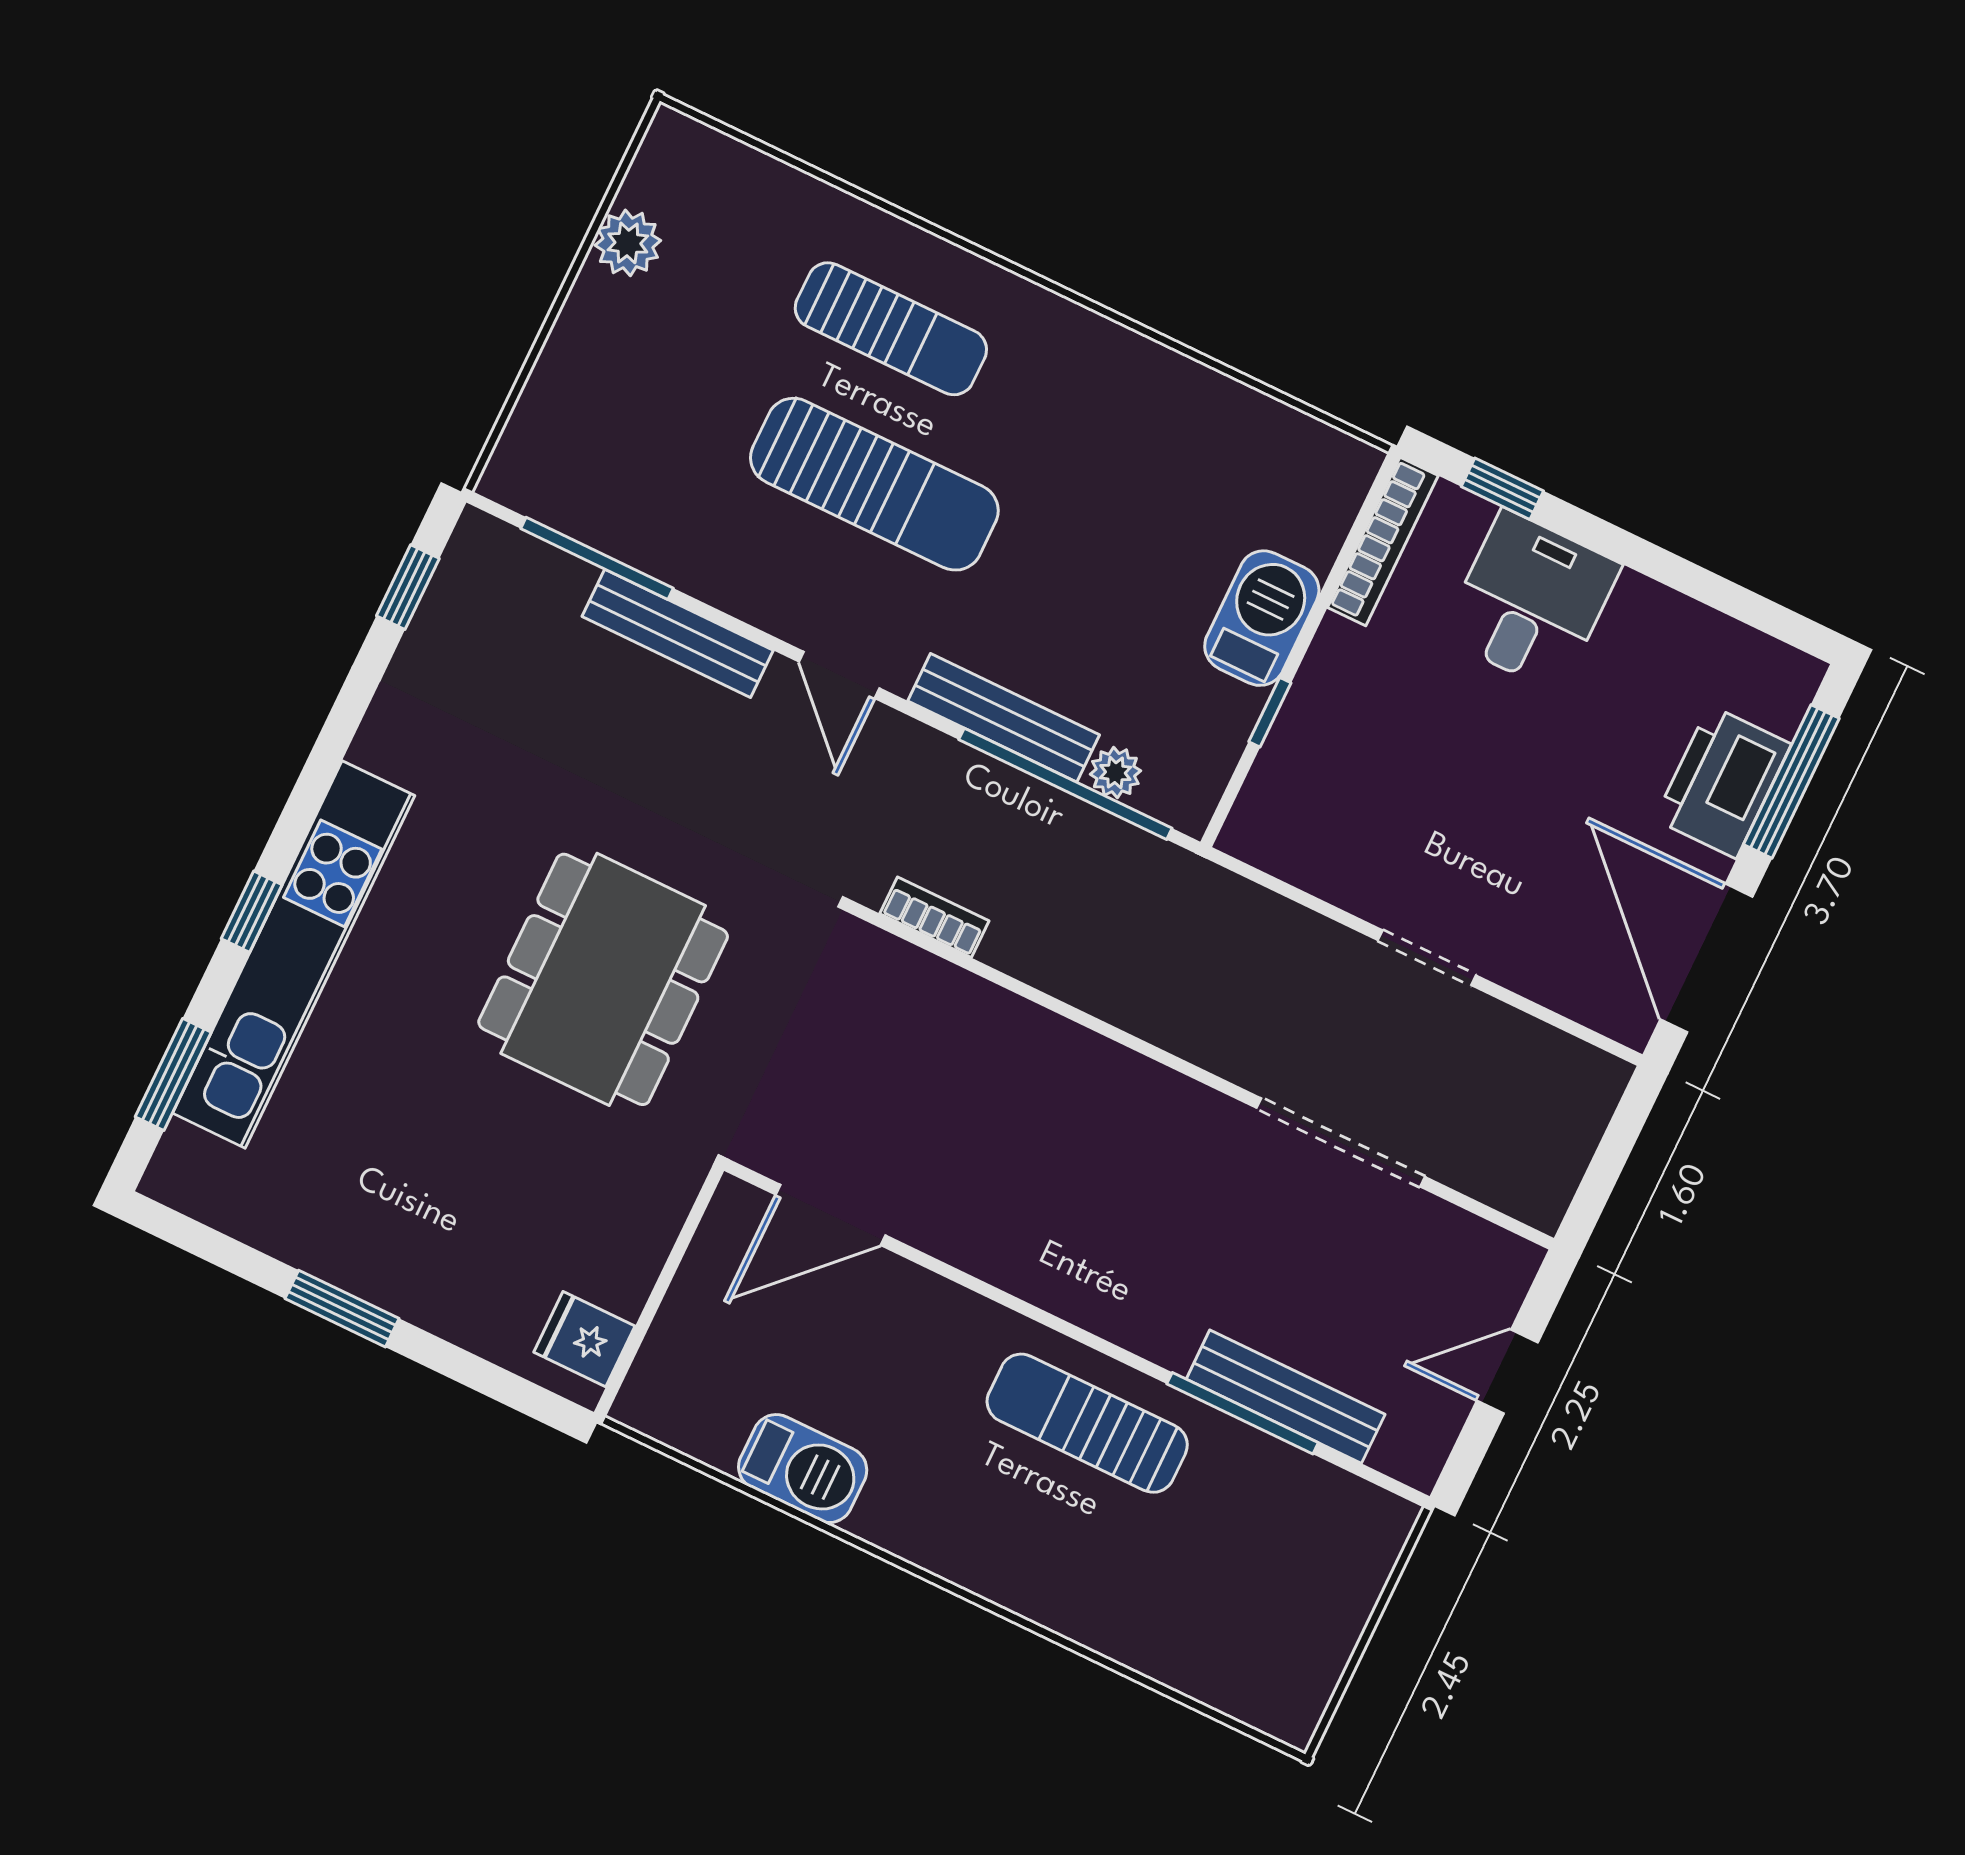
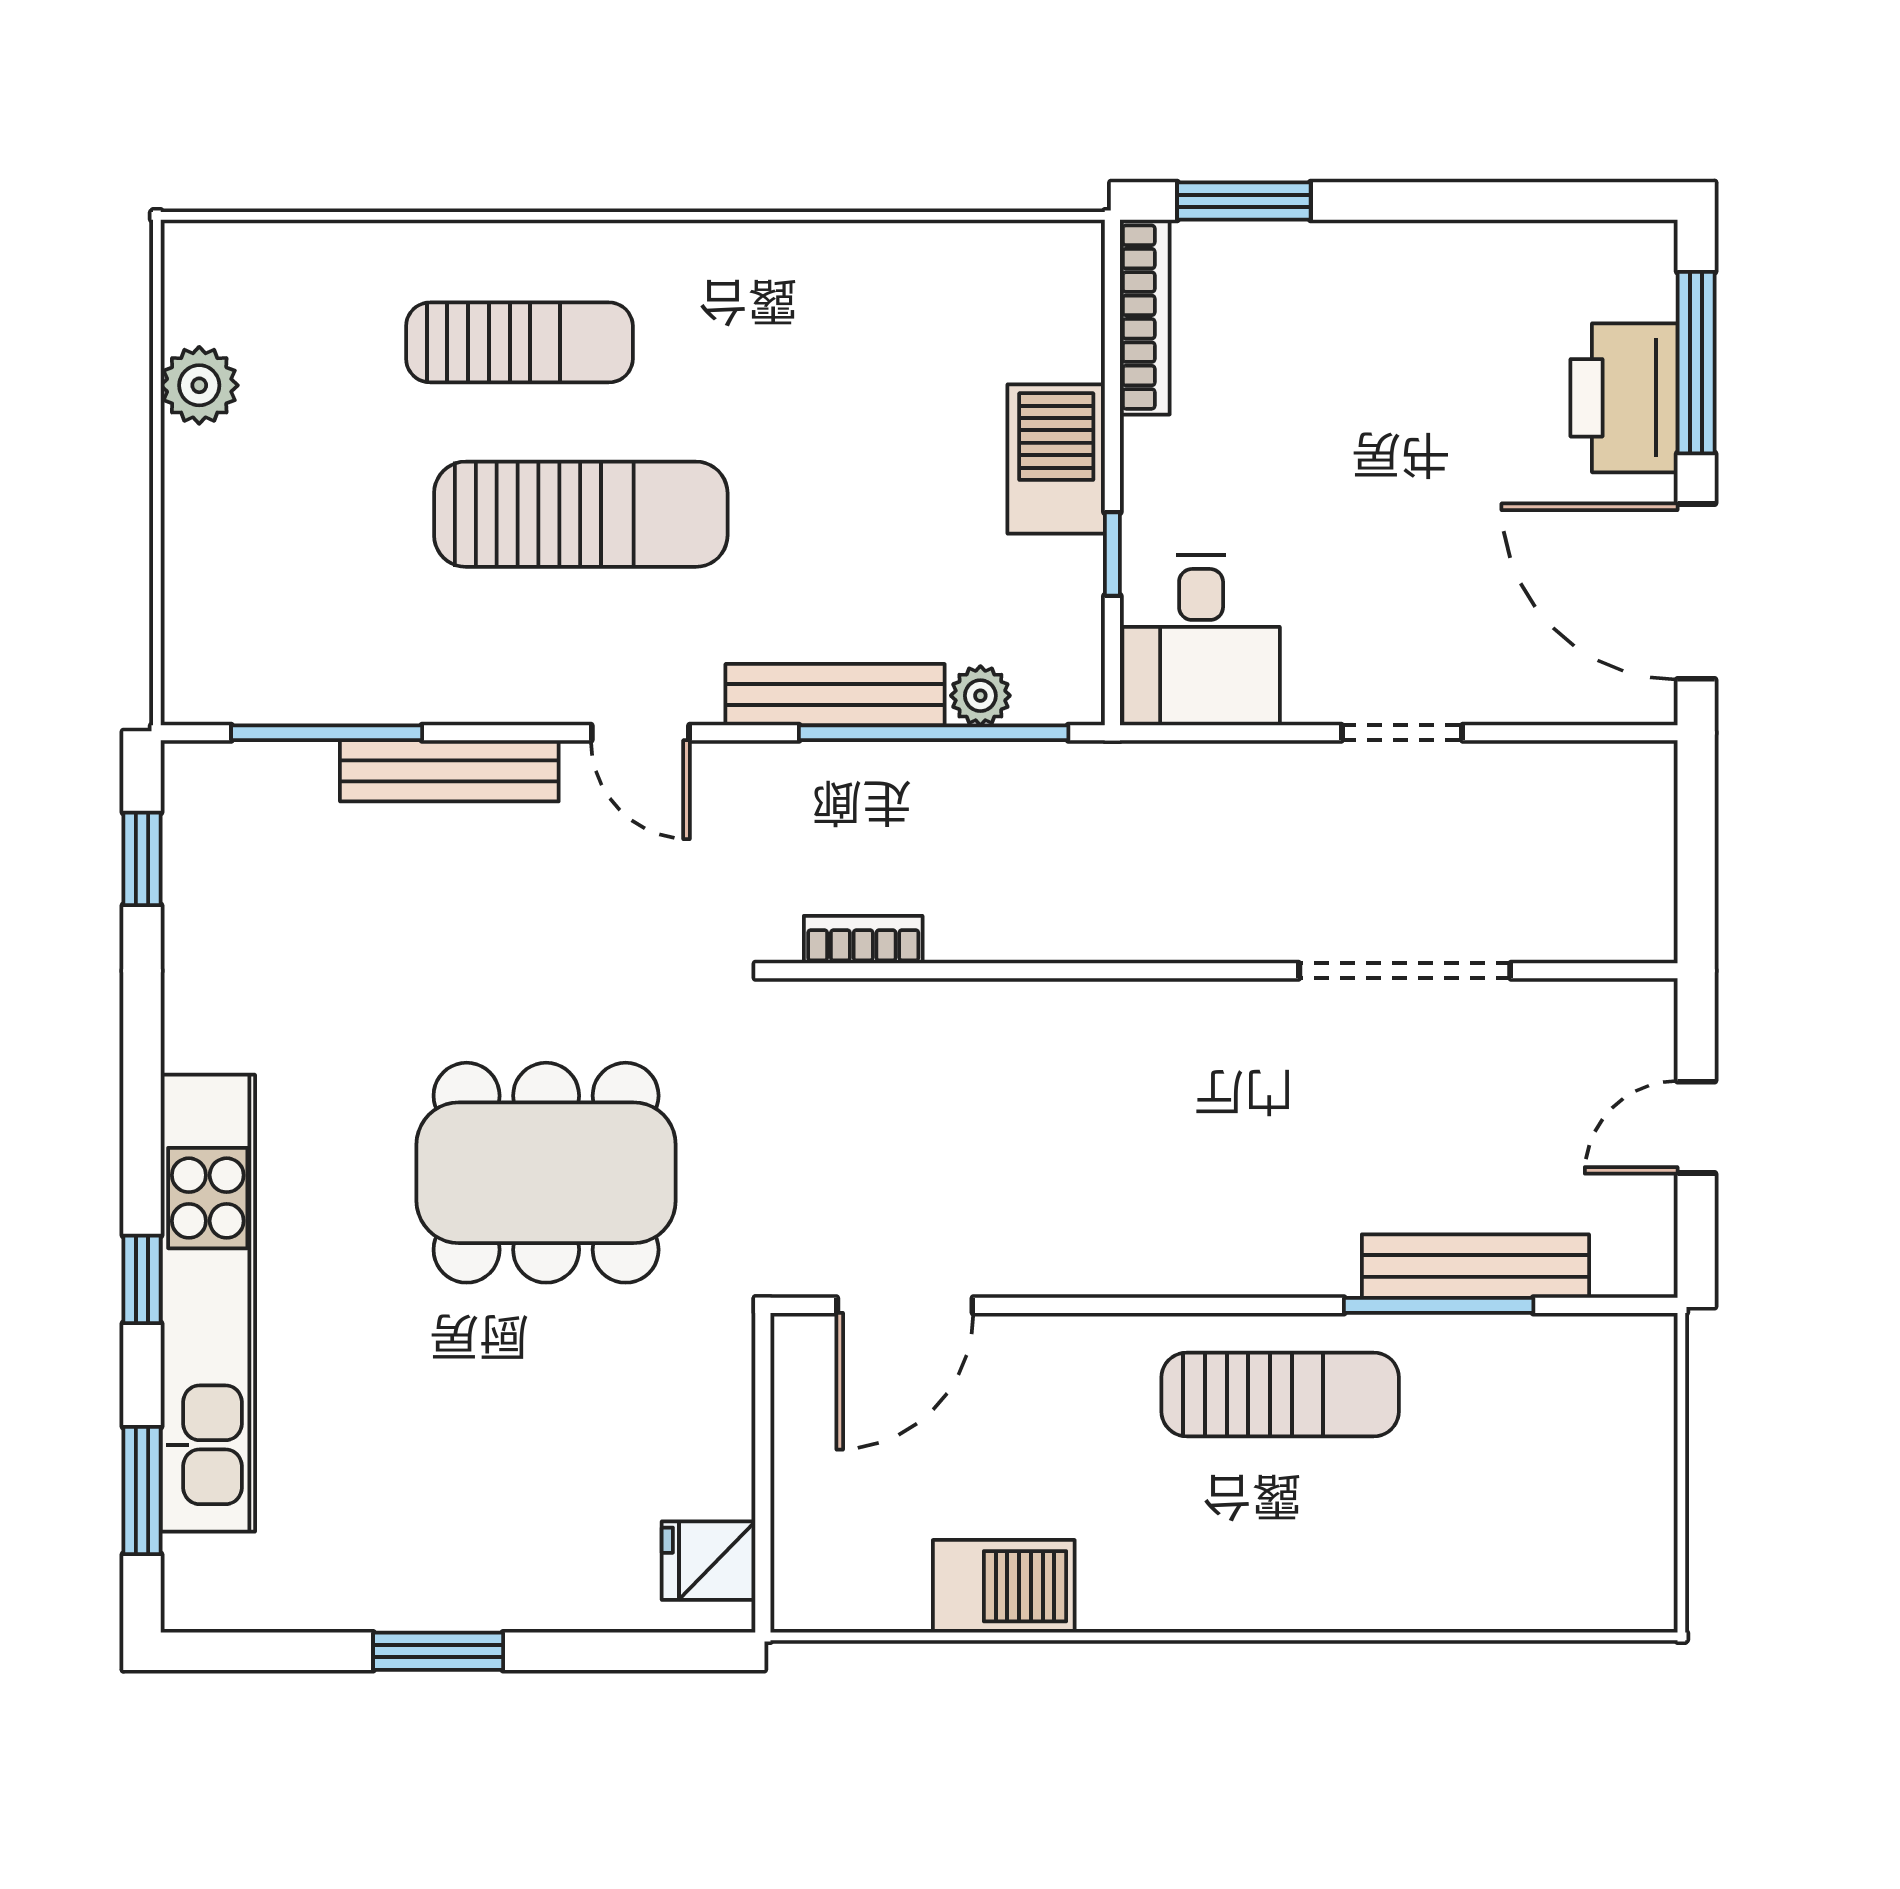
window: (1502, 489) -> (1244, 201), width x1.50
desk: (1531, 601) -> (1201, 640), moved, turned 180
dining table: (603, 979) -> (546, 1173), turned 90
sun lounger: (1087, 1423) -> (1280, 1394), turned 180

